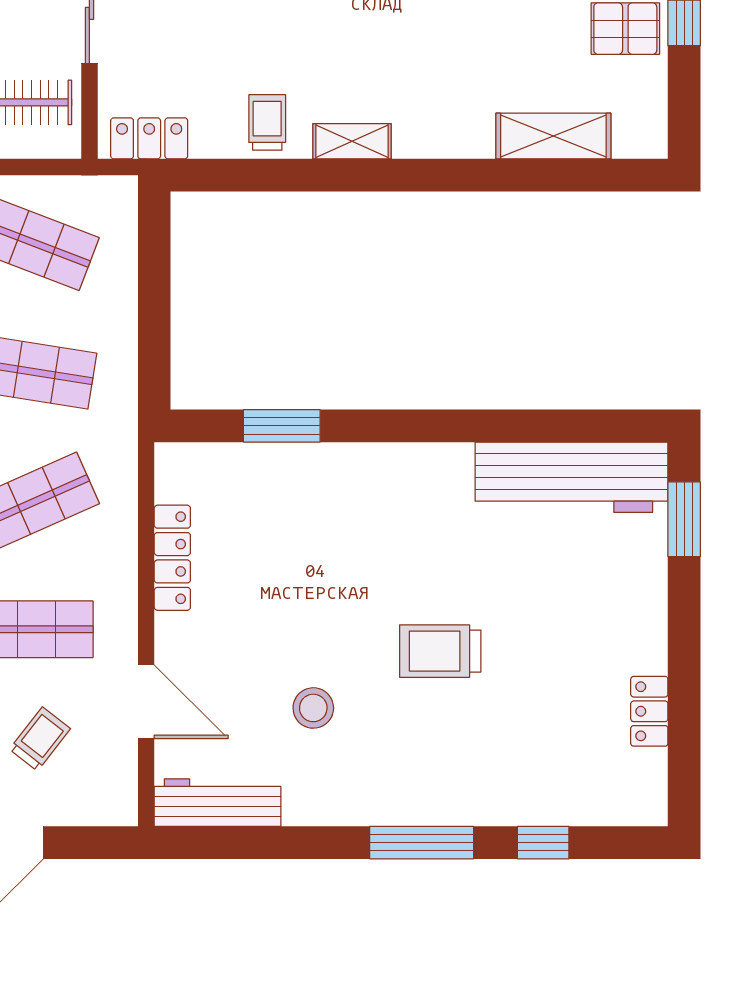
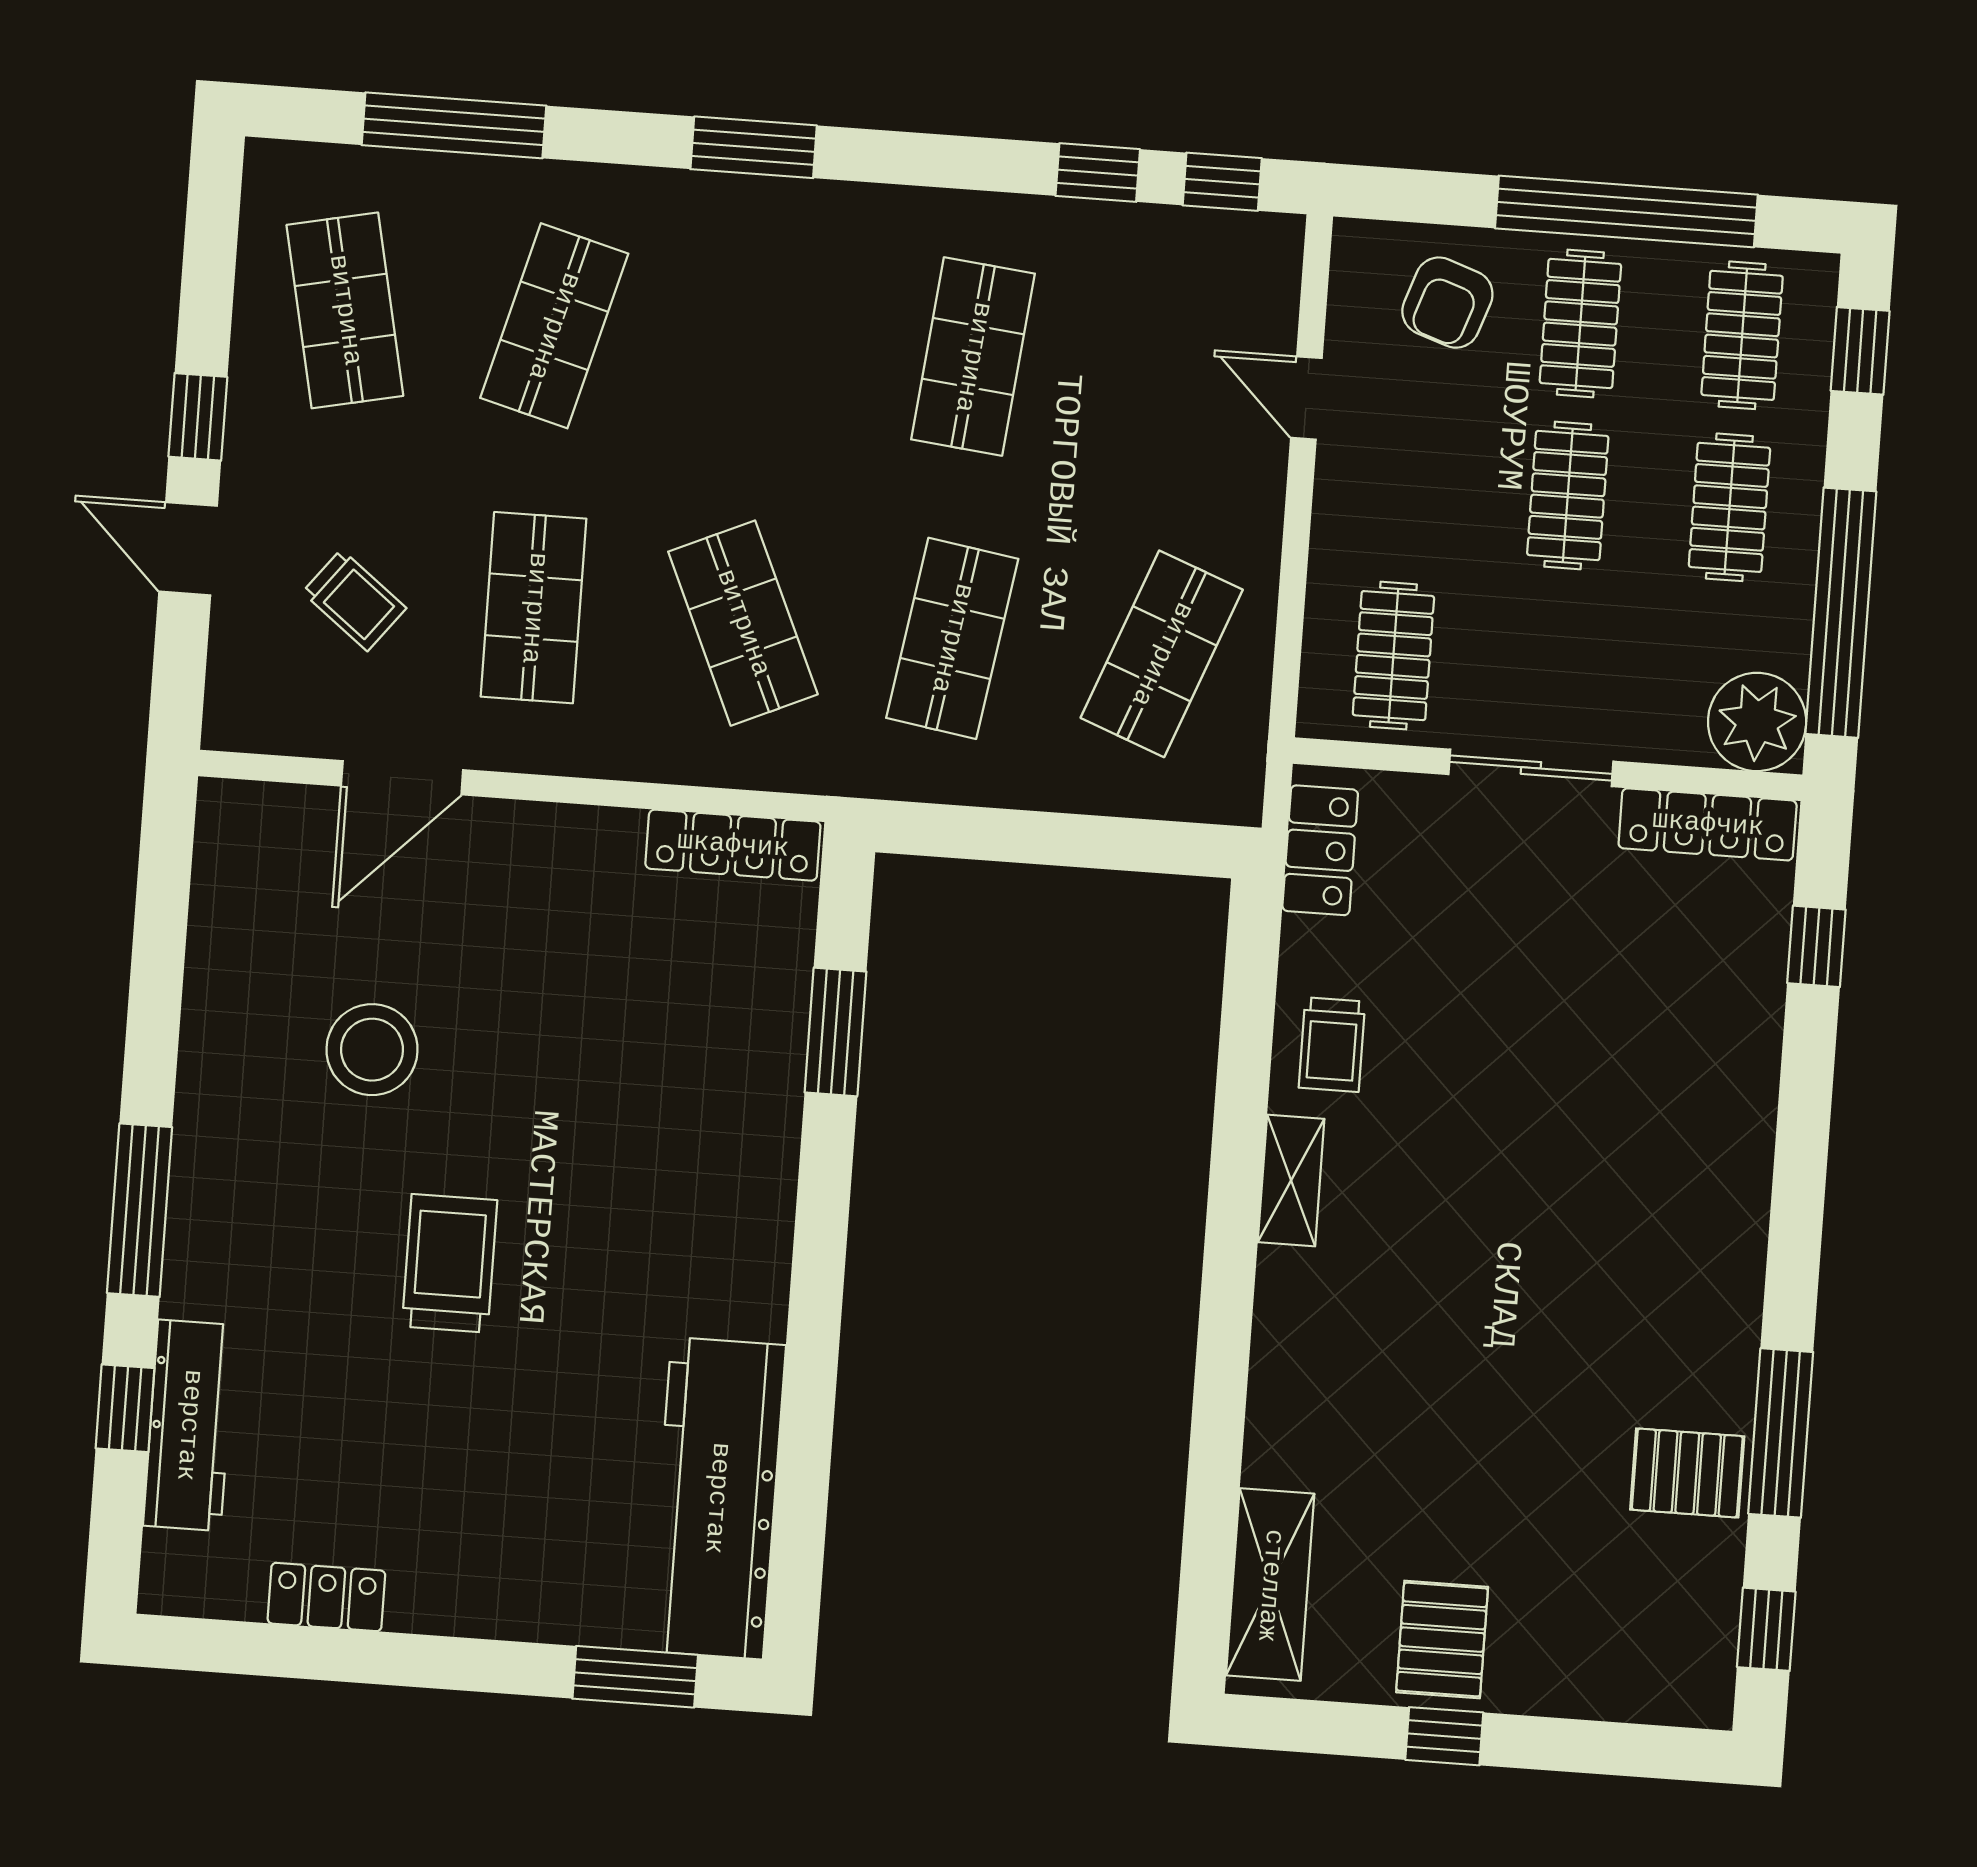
trolley: (267, 122) -> (1332, 1045), turned 90
shelving: (553, 136) -> (1270, 1585), moved
locker: (172, 558) -> (733, 845), moved
stool: (313, 708) -> (372, 1050), width x1.38, depth x1.38
workbench: (217, 803) -> (189, 1425), moved

